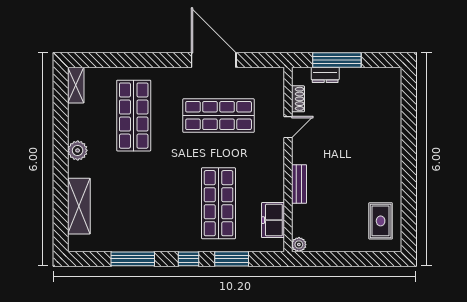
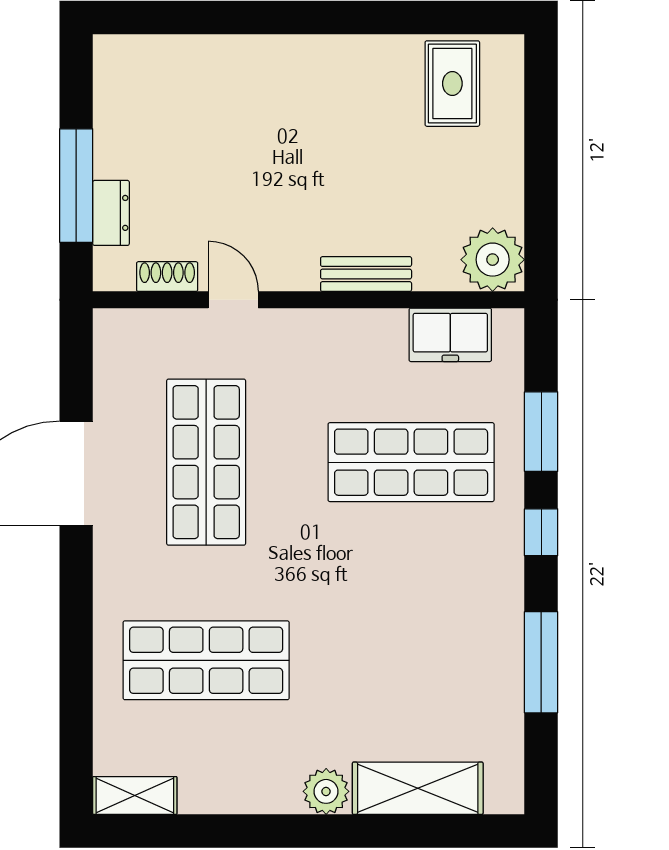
plant: (78, 150) -> (326, 791), moved
rug: (381, 221) -> (452, 84), turned 90
plant: (299, 245) -> (493, 260), width x1.88, depth x1.88

